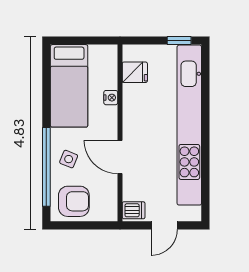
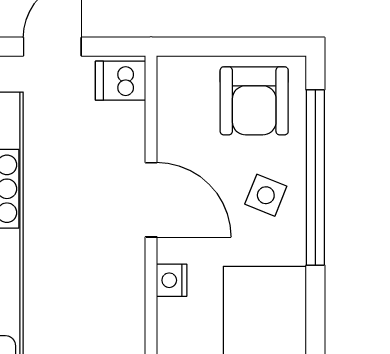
nightstand: (111, 98) -> (172, 280), moved
armchair: (74, 201) -> (254, 101), turned -90

